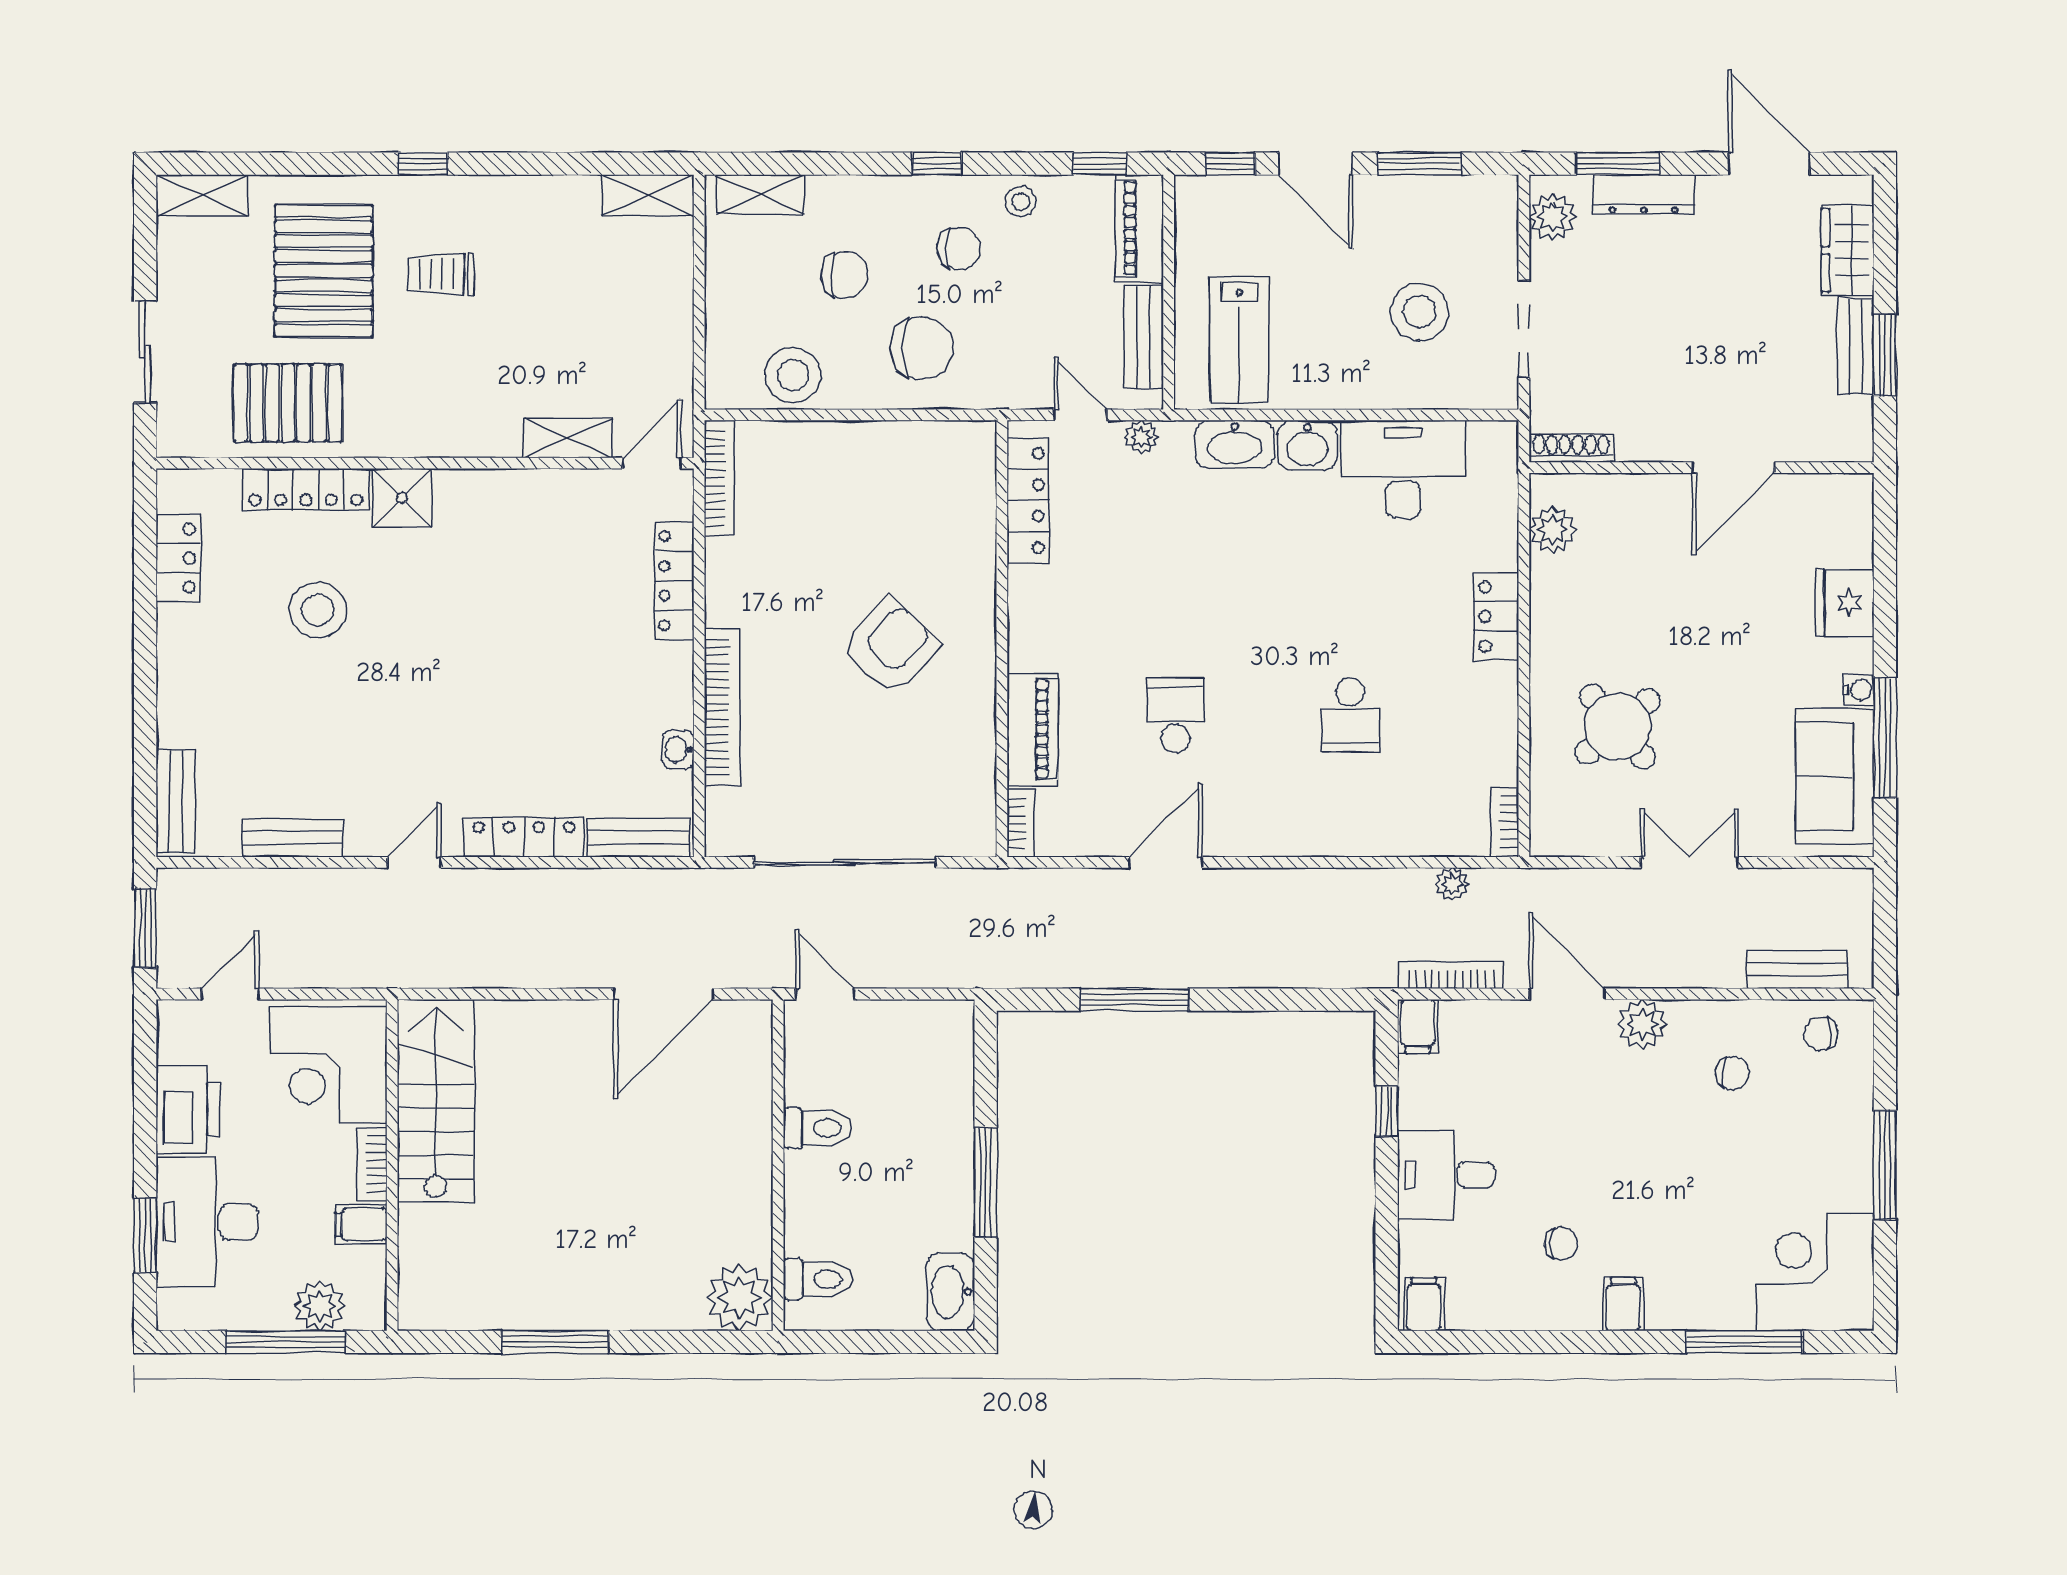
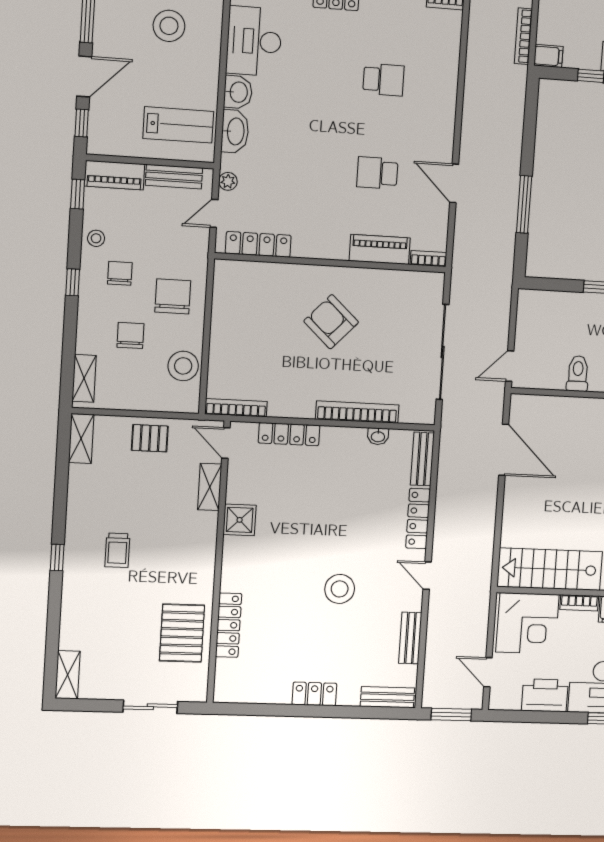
pallet: (324, 271) -> (150, 438), moved, width x0.49, depth x0.50
shower: (402, 498) -> (240, 520), moved
locker: (178, 558) -> (314, 694), moved
stool: (318, 610) -> (340, 589), moved
plant: (1452, 884) -> (476, 32), removed

